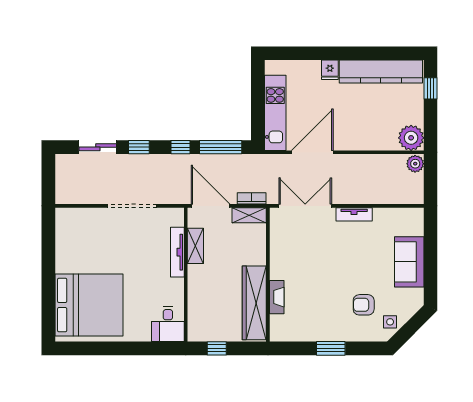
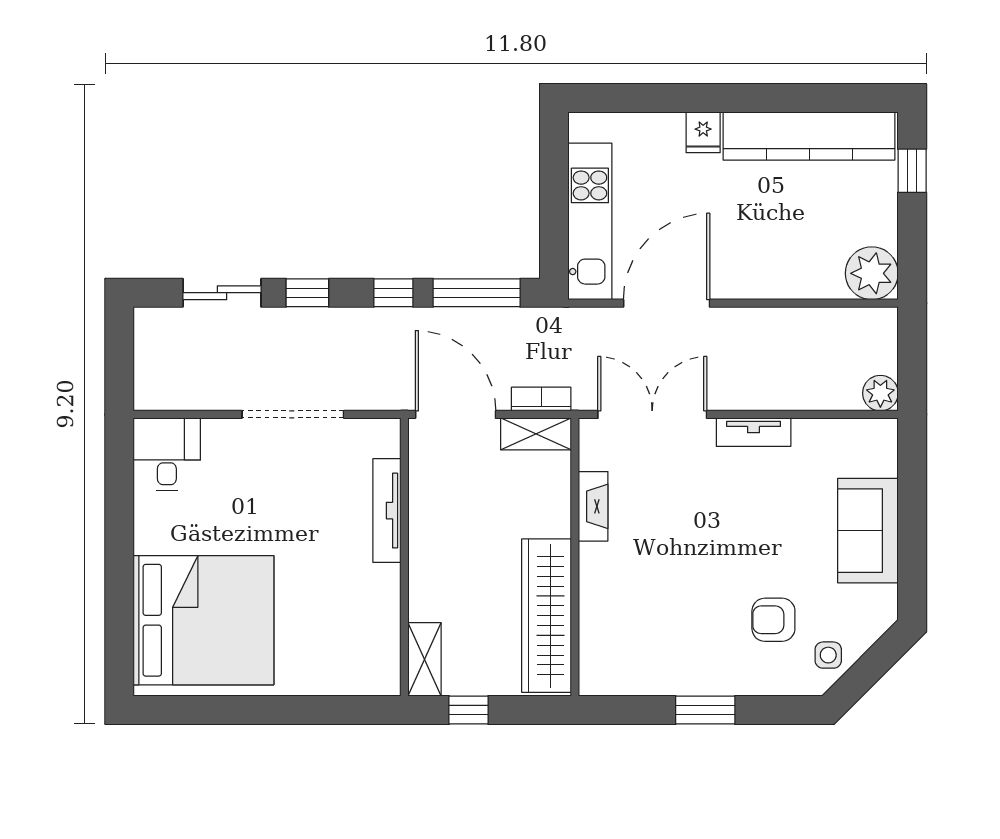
plant: (415, 164) -> (880, 393), moved
shelving: (195, 246) -> (424, 659), moved
fireplace: (277, 297) -> (593, 506), moved
desk: (168, 324) -> (167, 454), moved, turned 180

